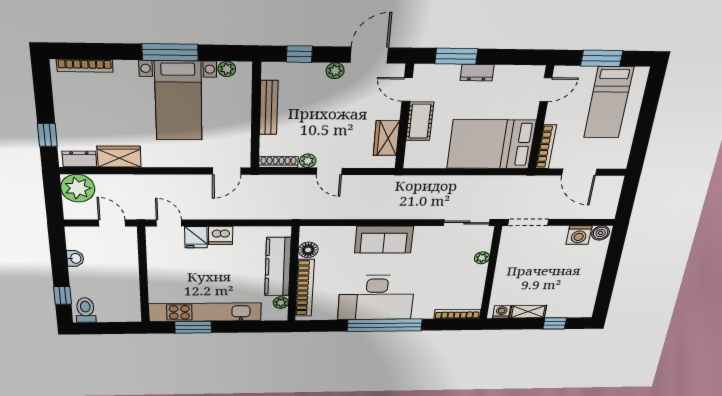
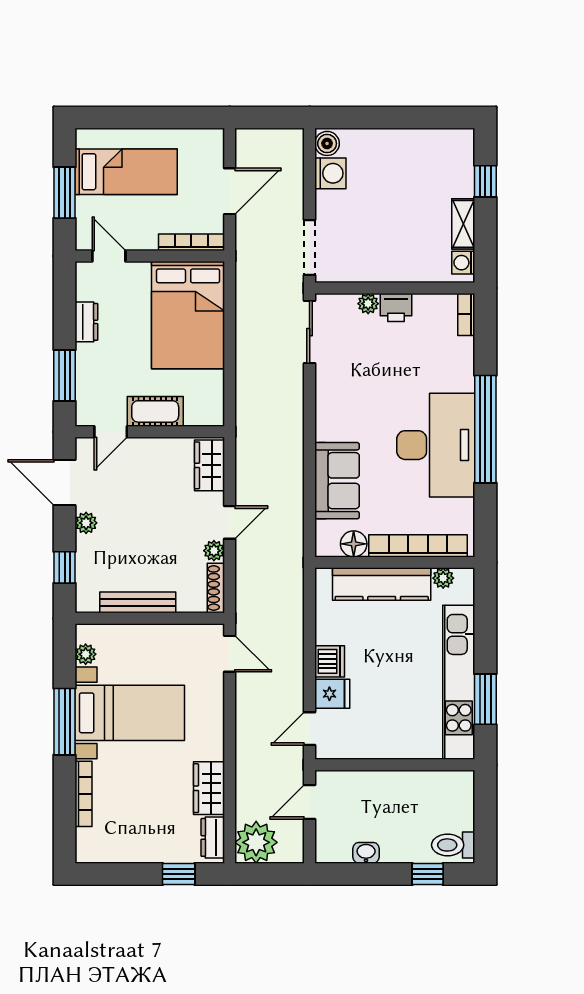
bookcase: (85, 66) -> (84, 794), moved
dresser: (477, 73) -> (86, 322), moved
wardrobe: (386, 138) -> (210, 465), moved, turned 90
sofa: (384, 240) -> (337, 481), moved
printer: (477, 274) -> (396, 307), added
bookcase: (457, 314) -> (466, 314), width x0.64

